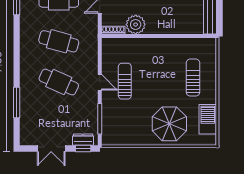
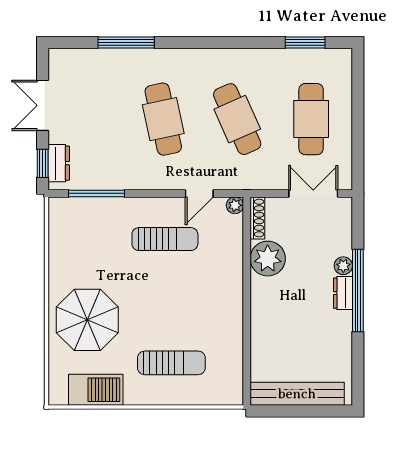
cafe table: (59, 41) -> (237, 119), turned -39
plant: (106, 43) -> (235, 205), added
cafe table: (59, 82) -> (163, 119), turned -36
door: (100, 82) -> (199, 193), moved

